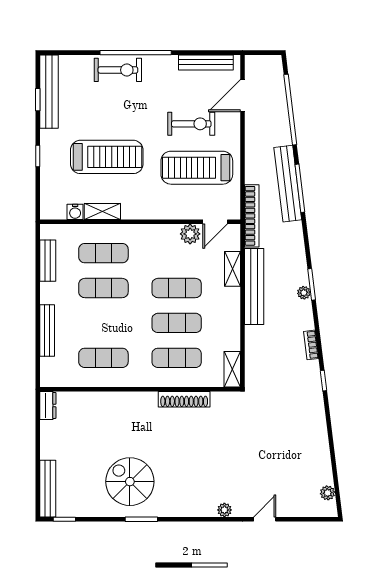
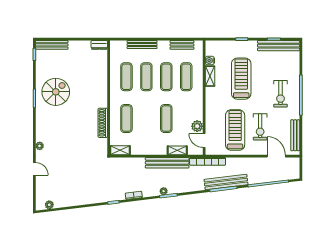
exercise bike: (118, 70) -> (281, 94), moved
treadmill: (107, 157) -> (241, 79), turned 180
exercise mat: (177, 323) -> (146, 77), moved

